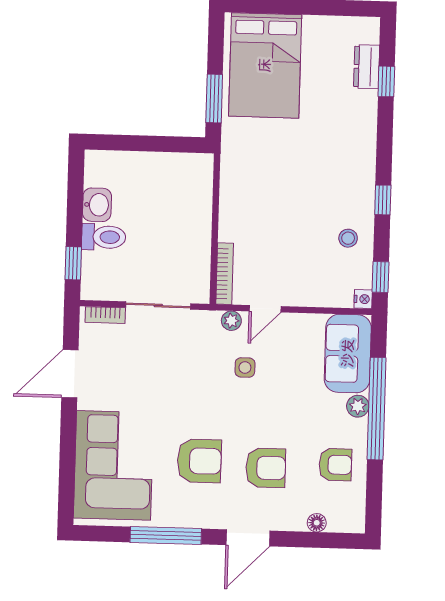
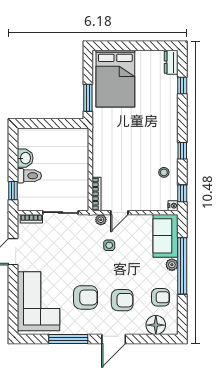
dresser: (367, 67) -> (171, 62), moved
floor lamp: (317, 523) -> (156, 325), width x1.89, depth x1.89

